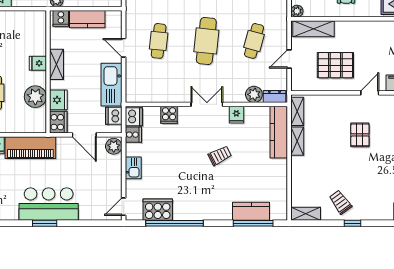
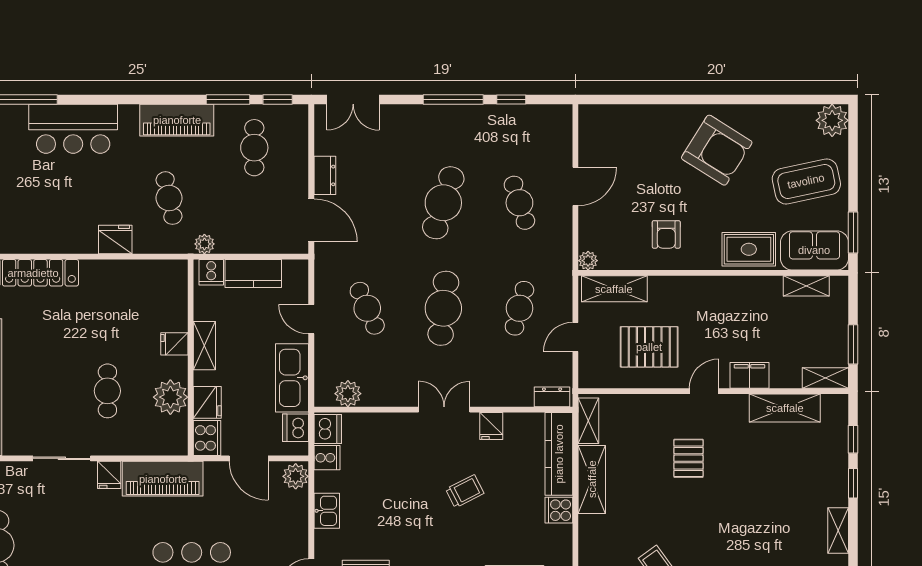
cafe table: (159, 41) -> (367, 308), turned -30
plant: (254, 94) -> (348, 394), moved
cooker: (169, 115) -> (559, 510), moved, turned 90
shelving: (297, 141) -> (592, 479), width x1.50, depth x1.33

